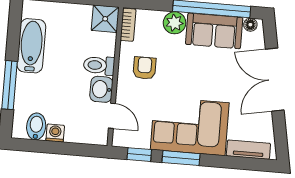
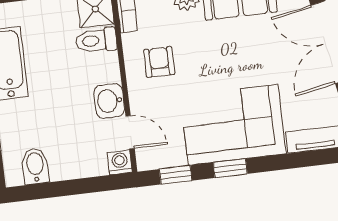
toilet: (99, 65) -> (96, 40), moved
washing machine: (55, 133) -> (120, 162), moved
window: (181, 158) -> (230, 168), width x0.67

